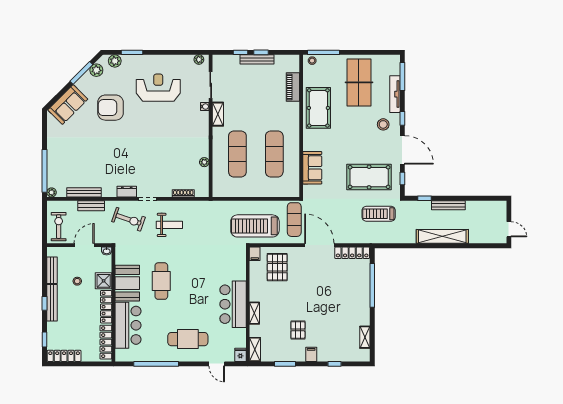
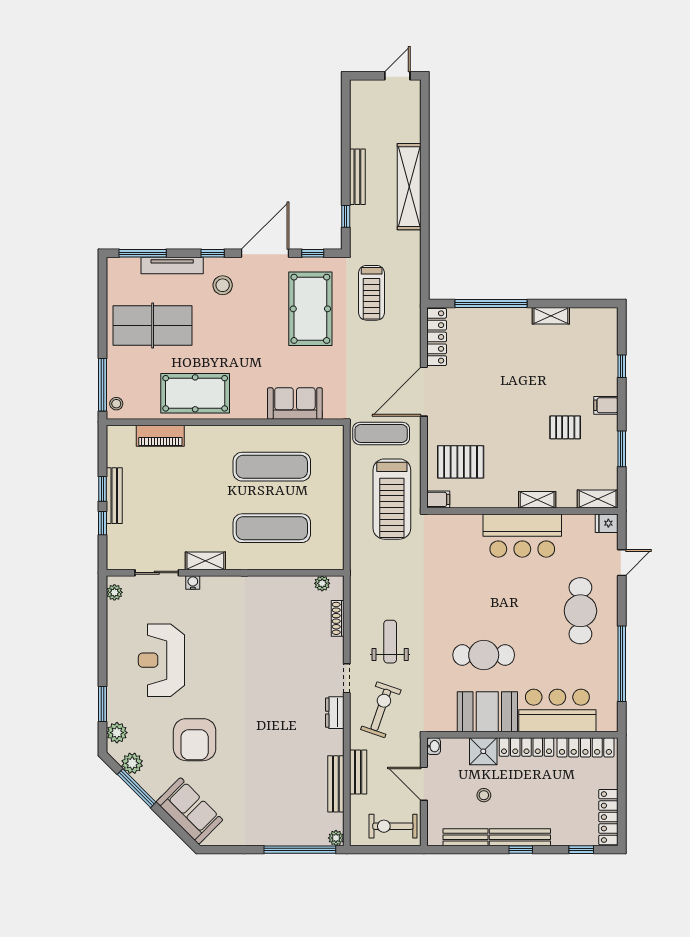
plant: (204, 162) -> (322, 583), moved
shelving: (365, 337) -> (551, 316), moved

